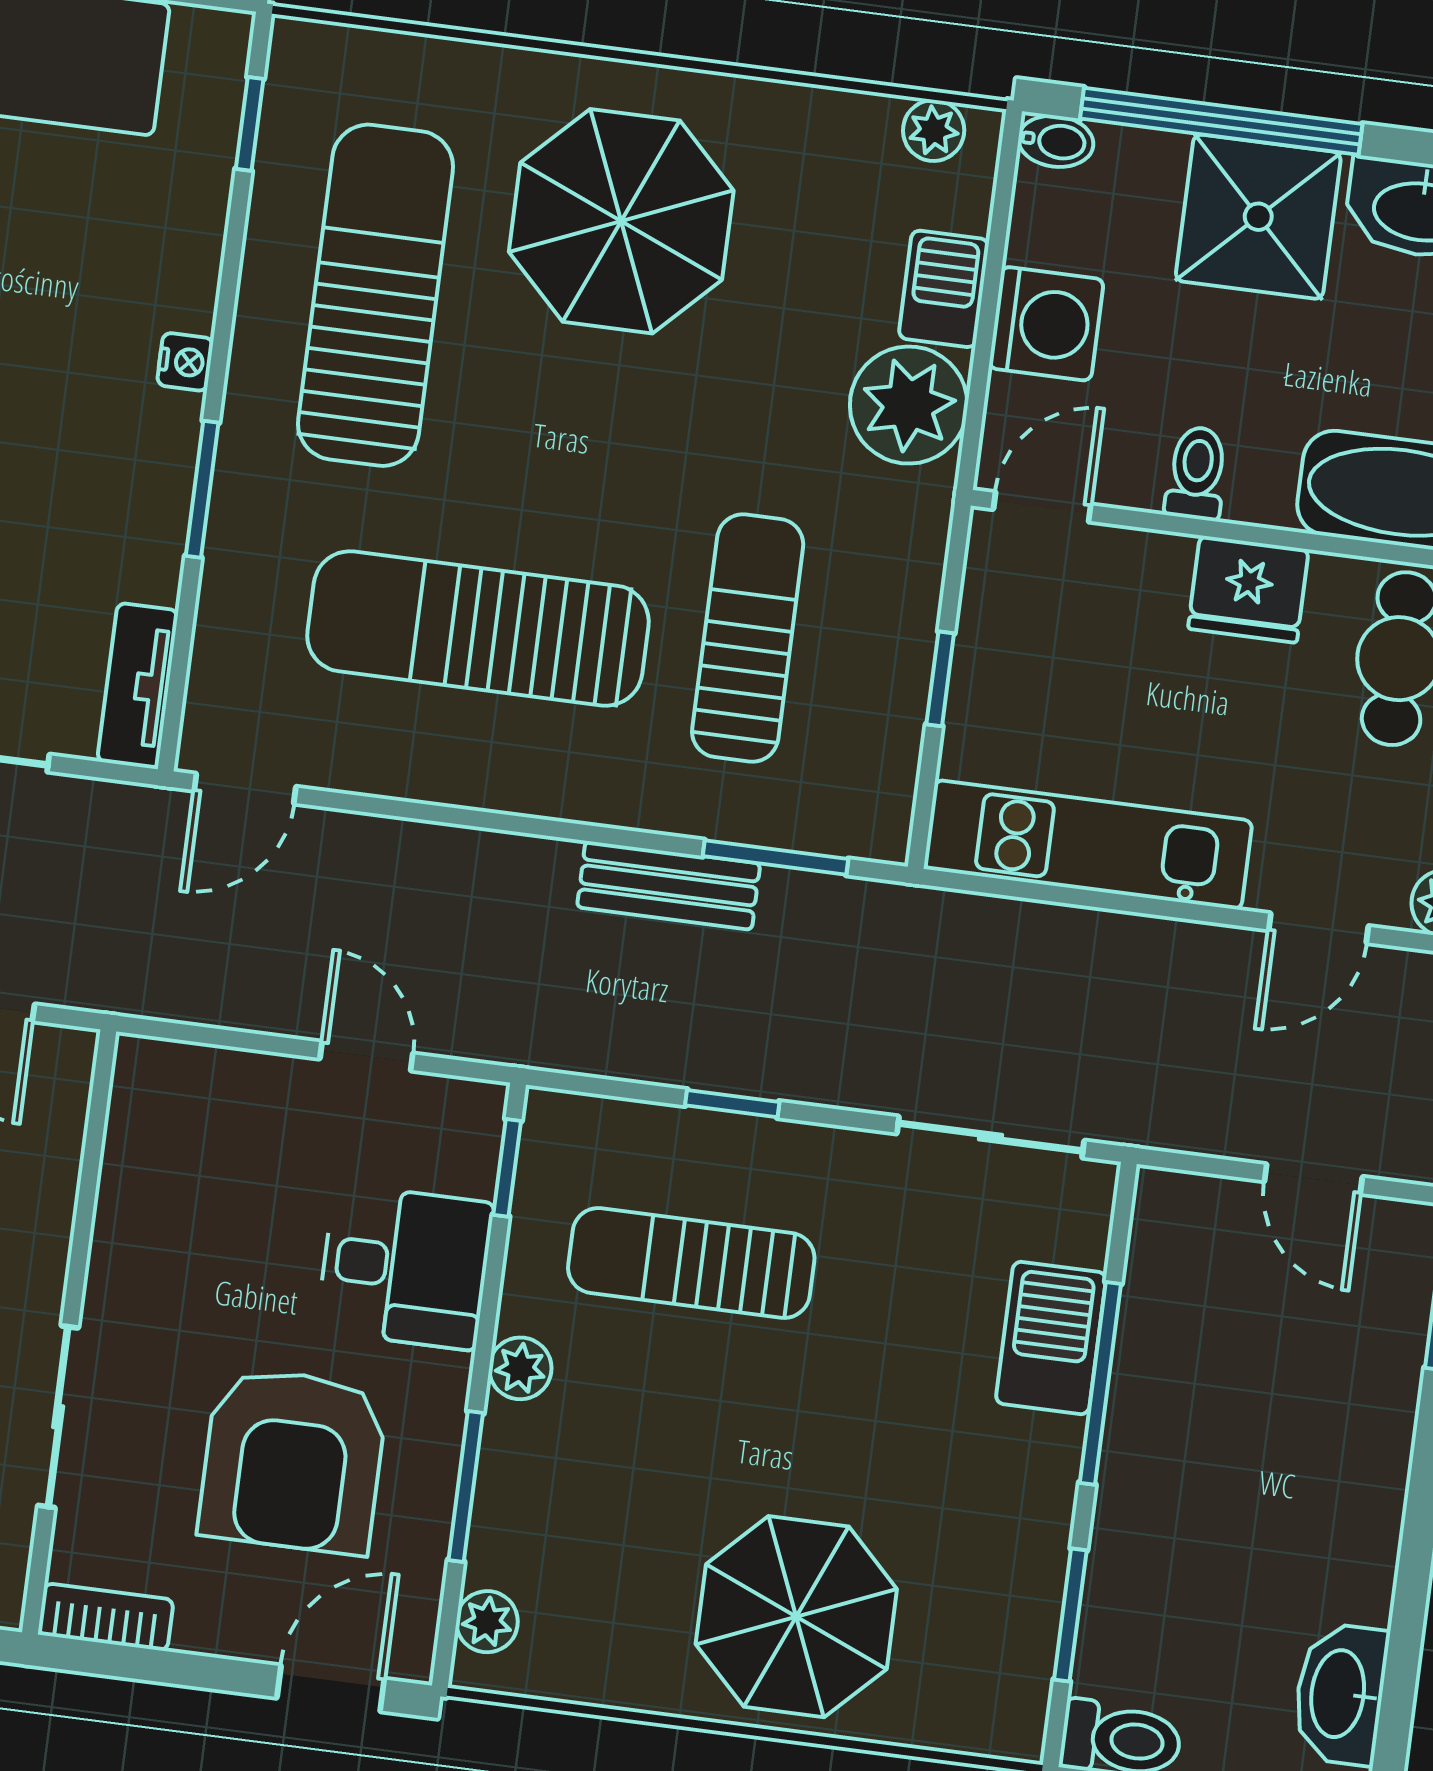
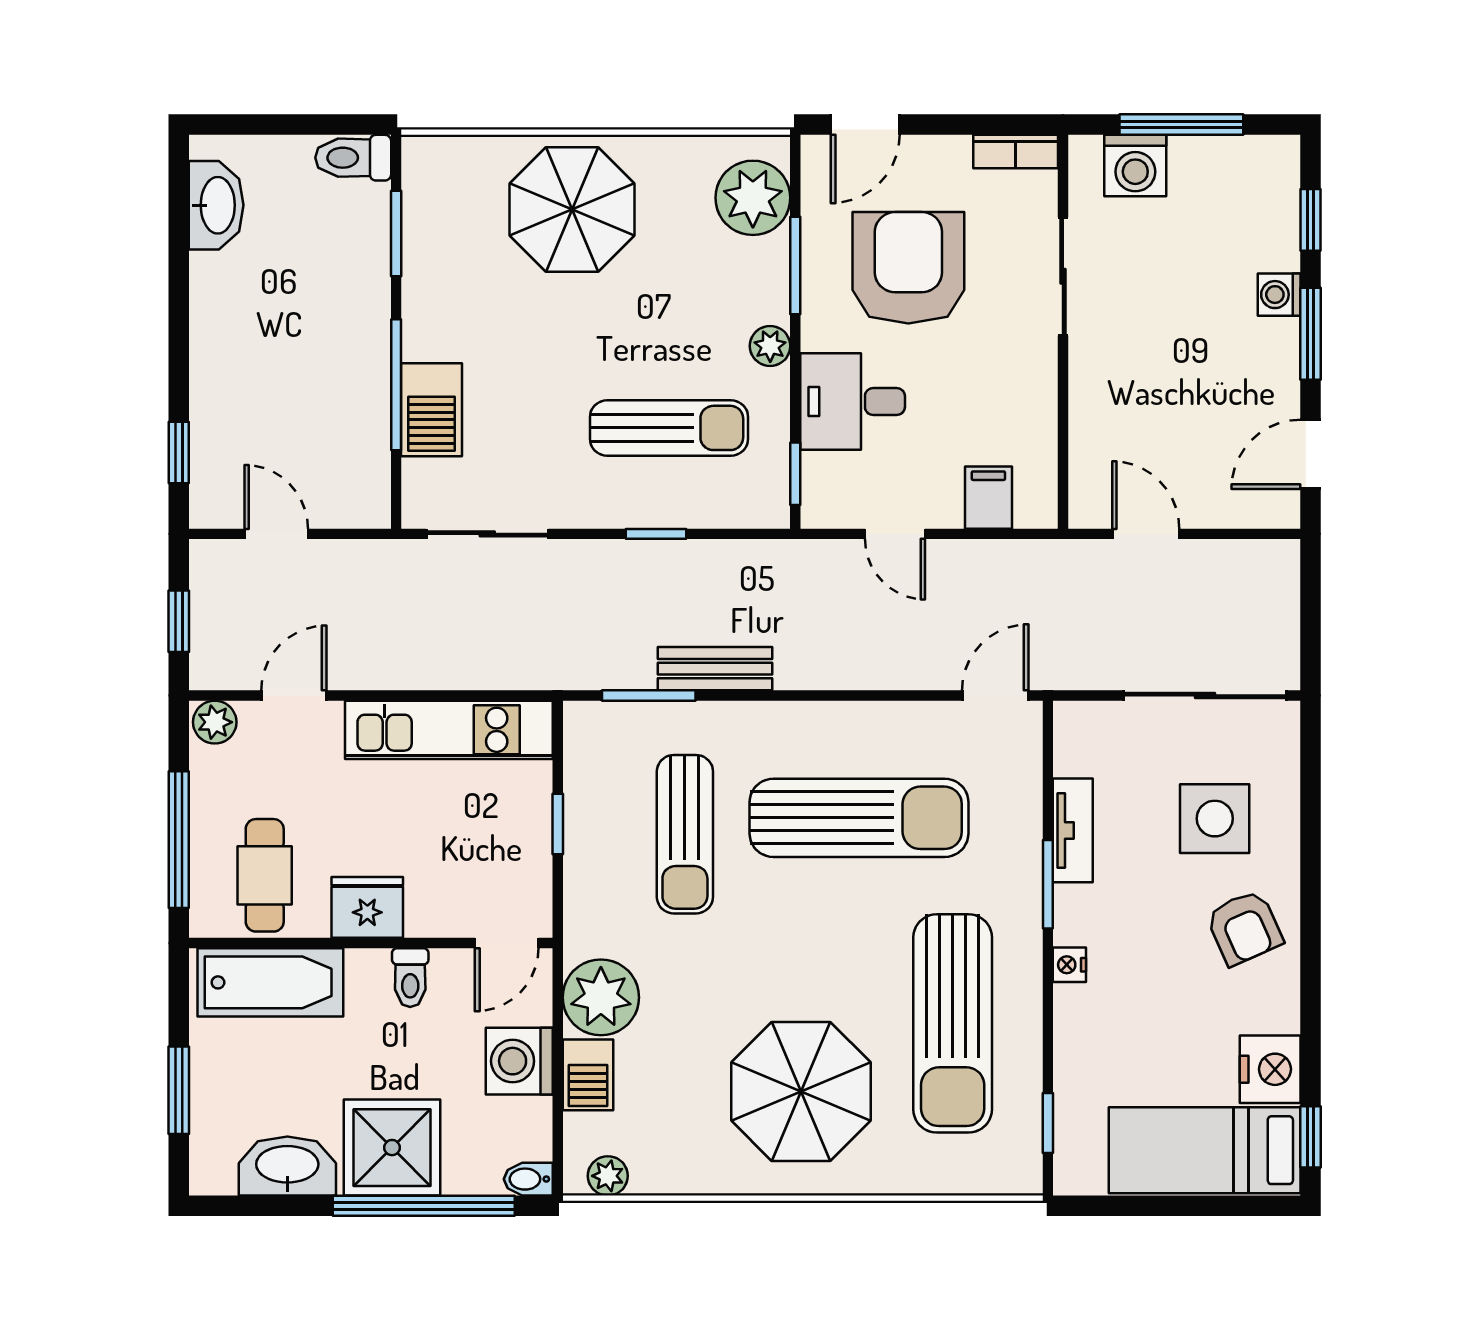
tv unit: (138, 686) -> (1073, 830), moved
filing cabinet: (216, 1093) -> (988, 498), added
plant: (487, 1622) -> (753, 198), width x1.87, depth x1.87

